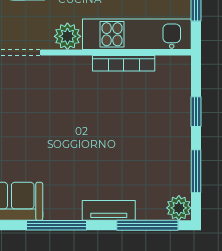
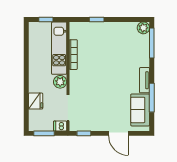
window: (196, 171) -> (126, 19), removed
tv unit: (109, 210) -> (145, 80), moved
window: (57, 225) -> (152, 98), moved

